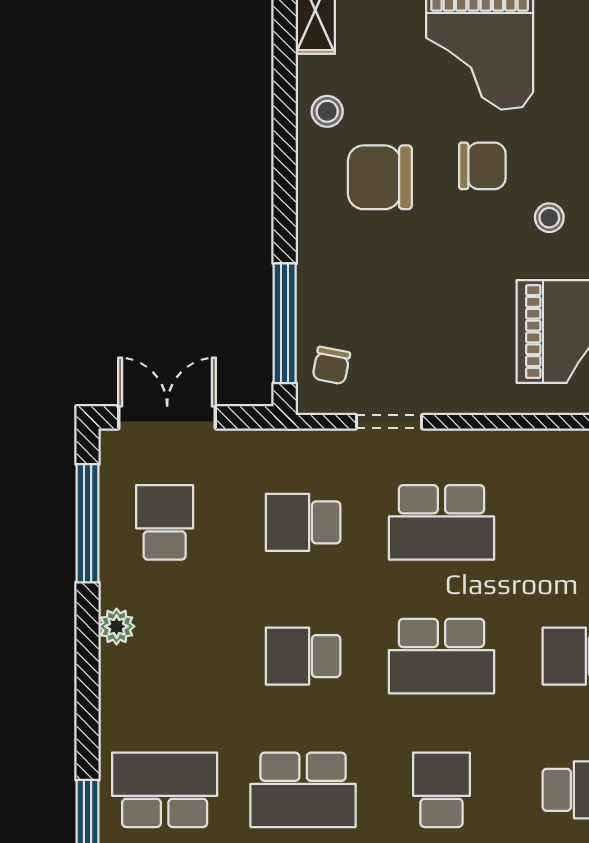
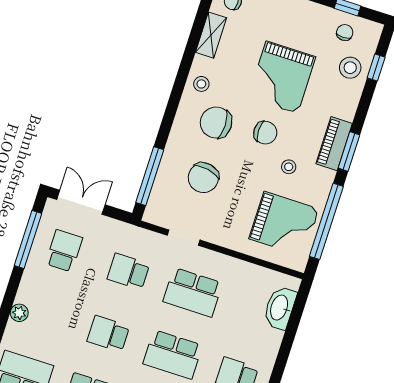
chair: (331, 365) -> (203, 178), moved, width x1.87, depth x1.87
plant: (117, 626) -> (19, 313), moved

